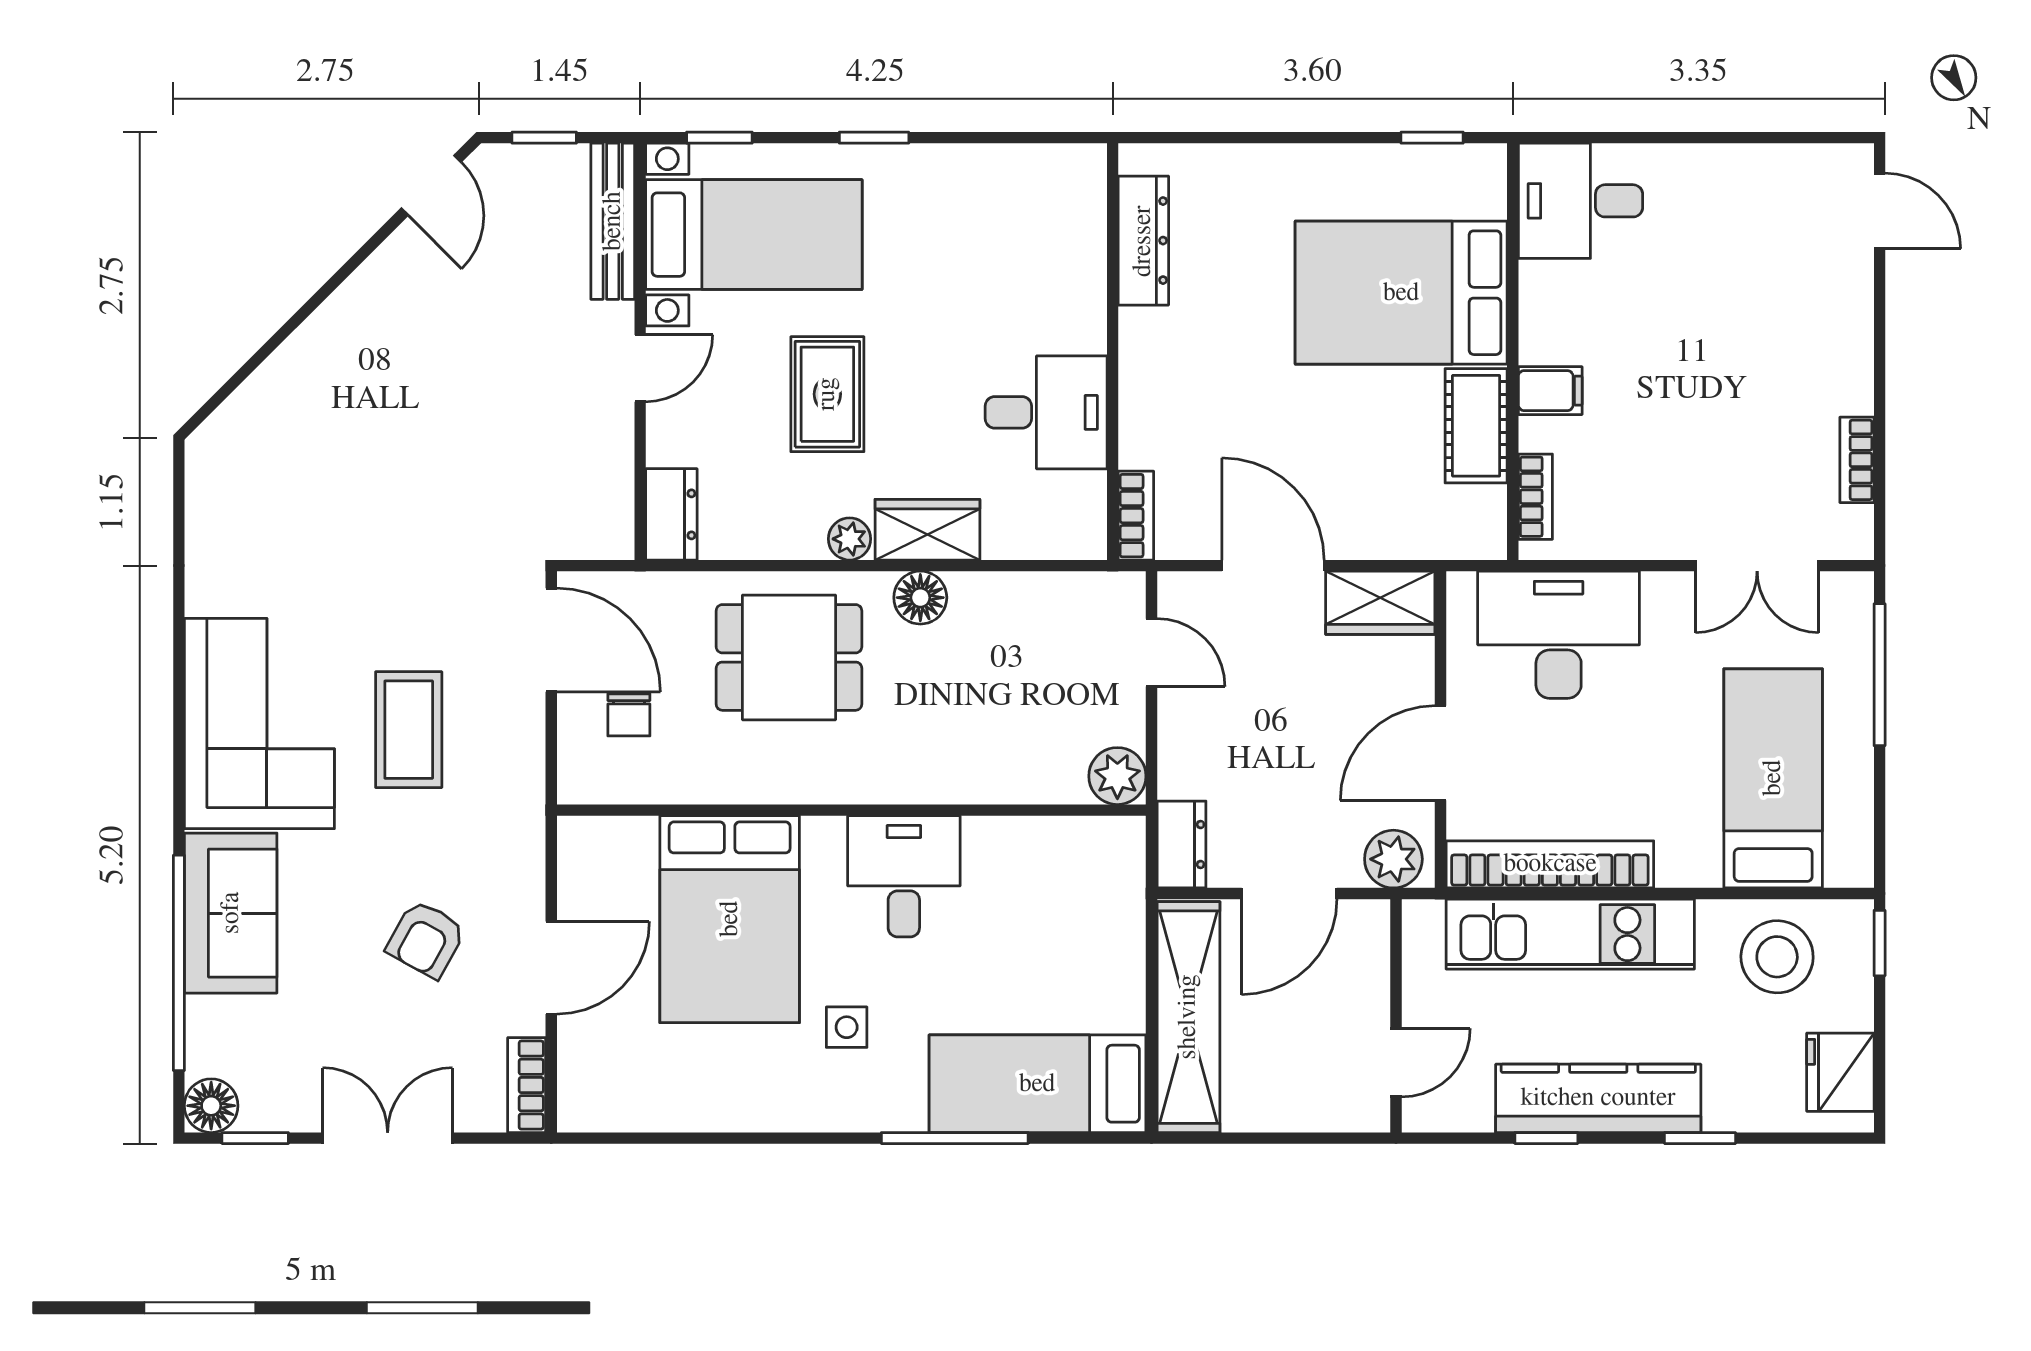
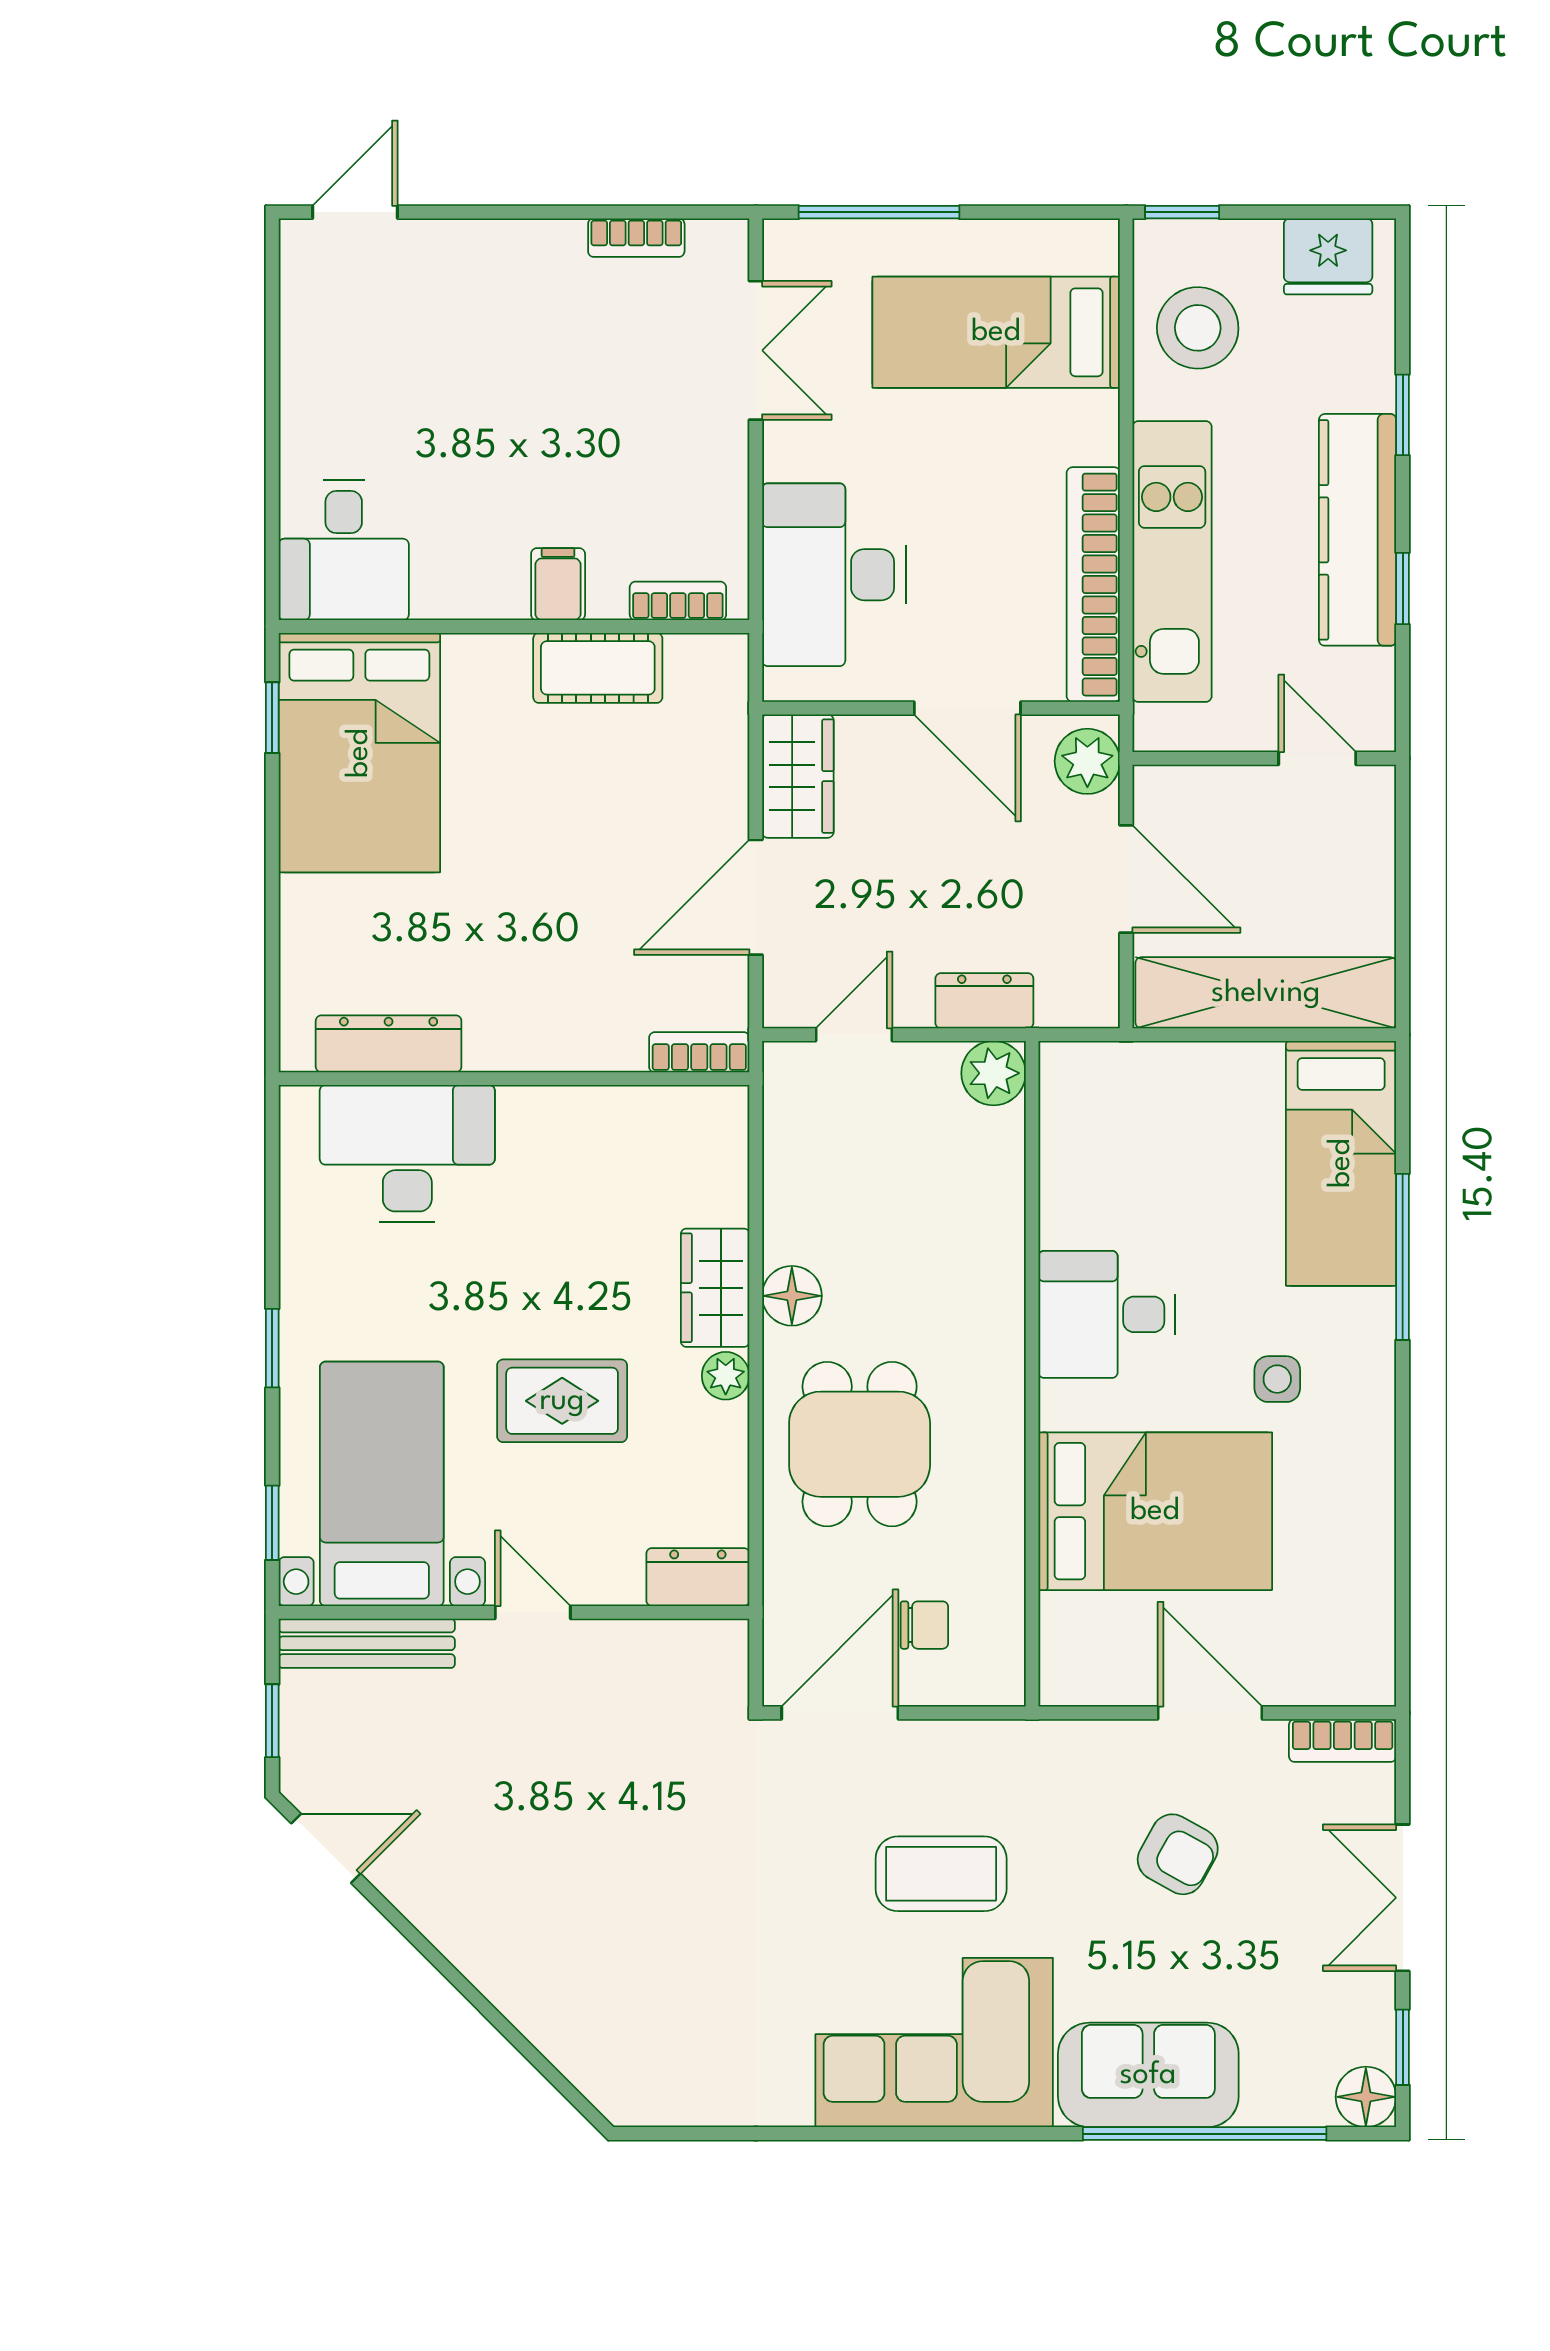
bed: (1401, 293) -> (359, 753), moved
desk: (1046, 412) -> (407, 1154), moved, width x1.37
dresser: (1181, 844) -> (984, 1001), moved

